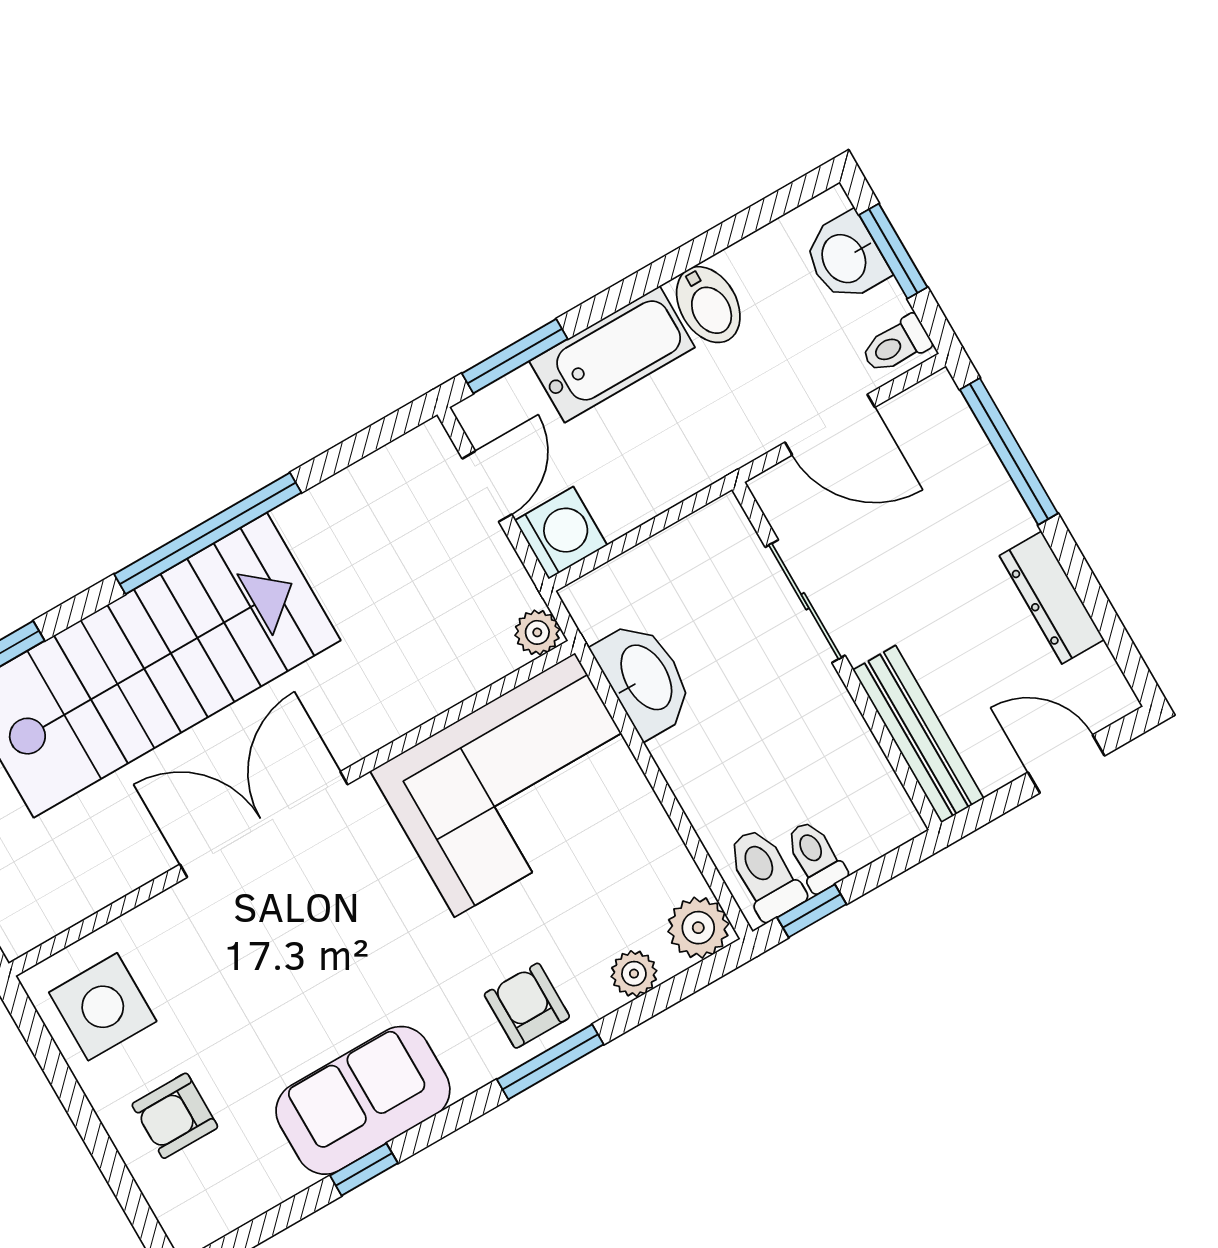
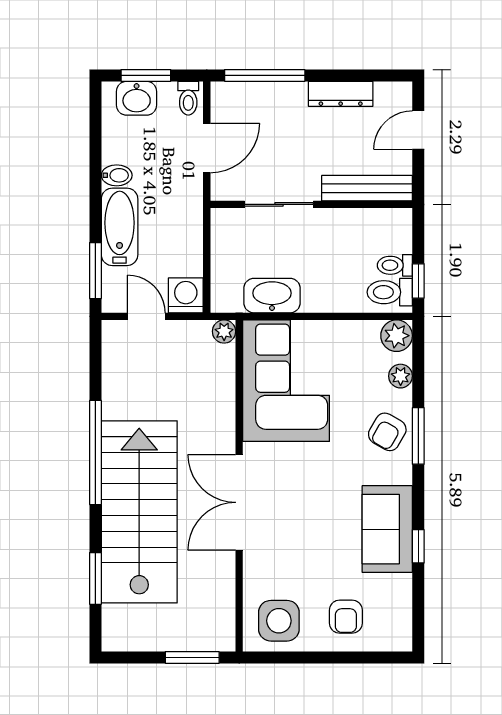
bidet: (708, 305) -> (117, 175), width x0.72, depth x0.74
armchair: (527, 1006) -> (387, 432), turned -60

